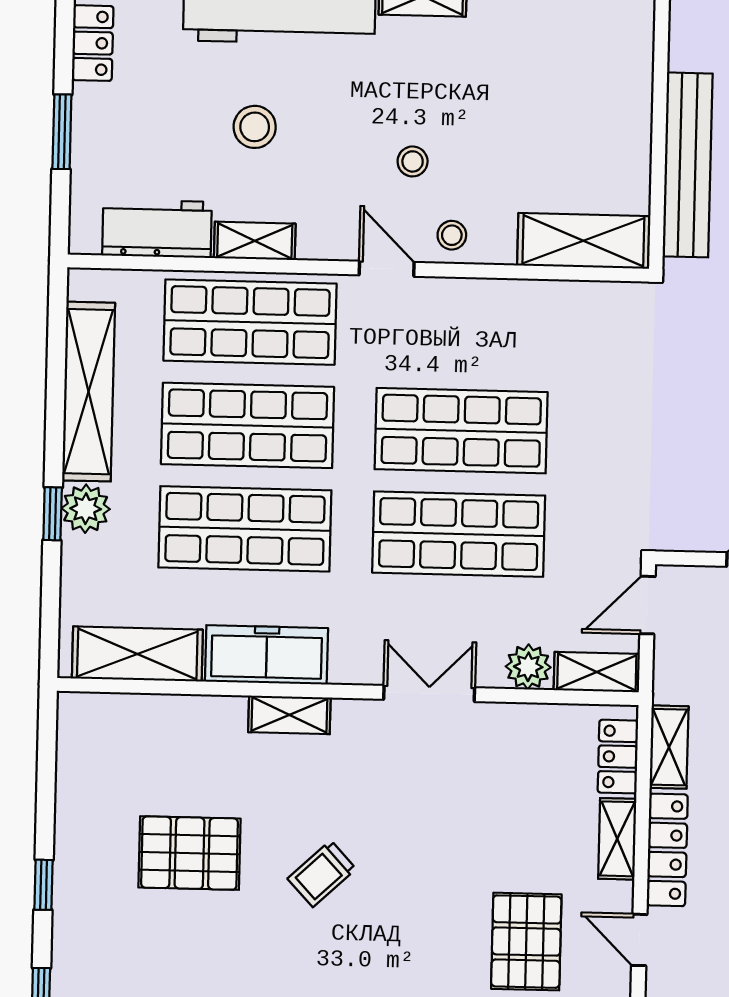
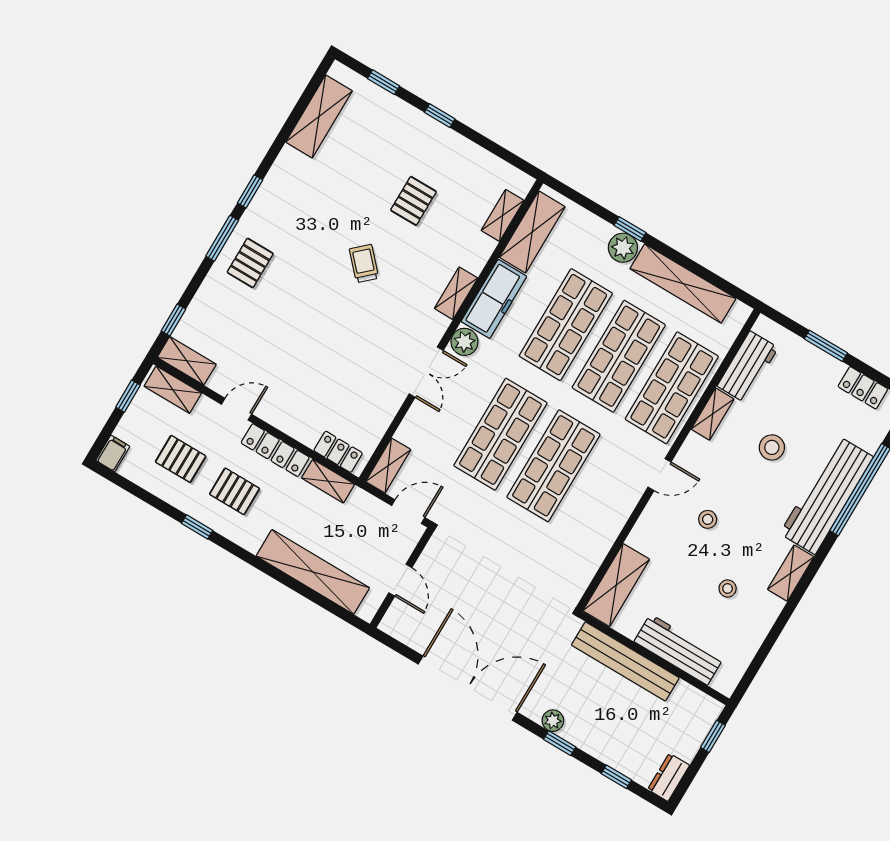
workbench: (626, 96) -> (679, 650), added
stool: (452, 235) -> (728, 589), moved
door: (647, 605) -> (408, 512), hinge flipped
plant: (528, 667) -> (464, 342), moved
shelving: (617, 839) -> (503, 215), moved, turned 90
pallet: (190, 853) -> (413, 201), width x0.67, depth x0.71
pallet: (526, 942) -> (269, 350), removed

